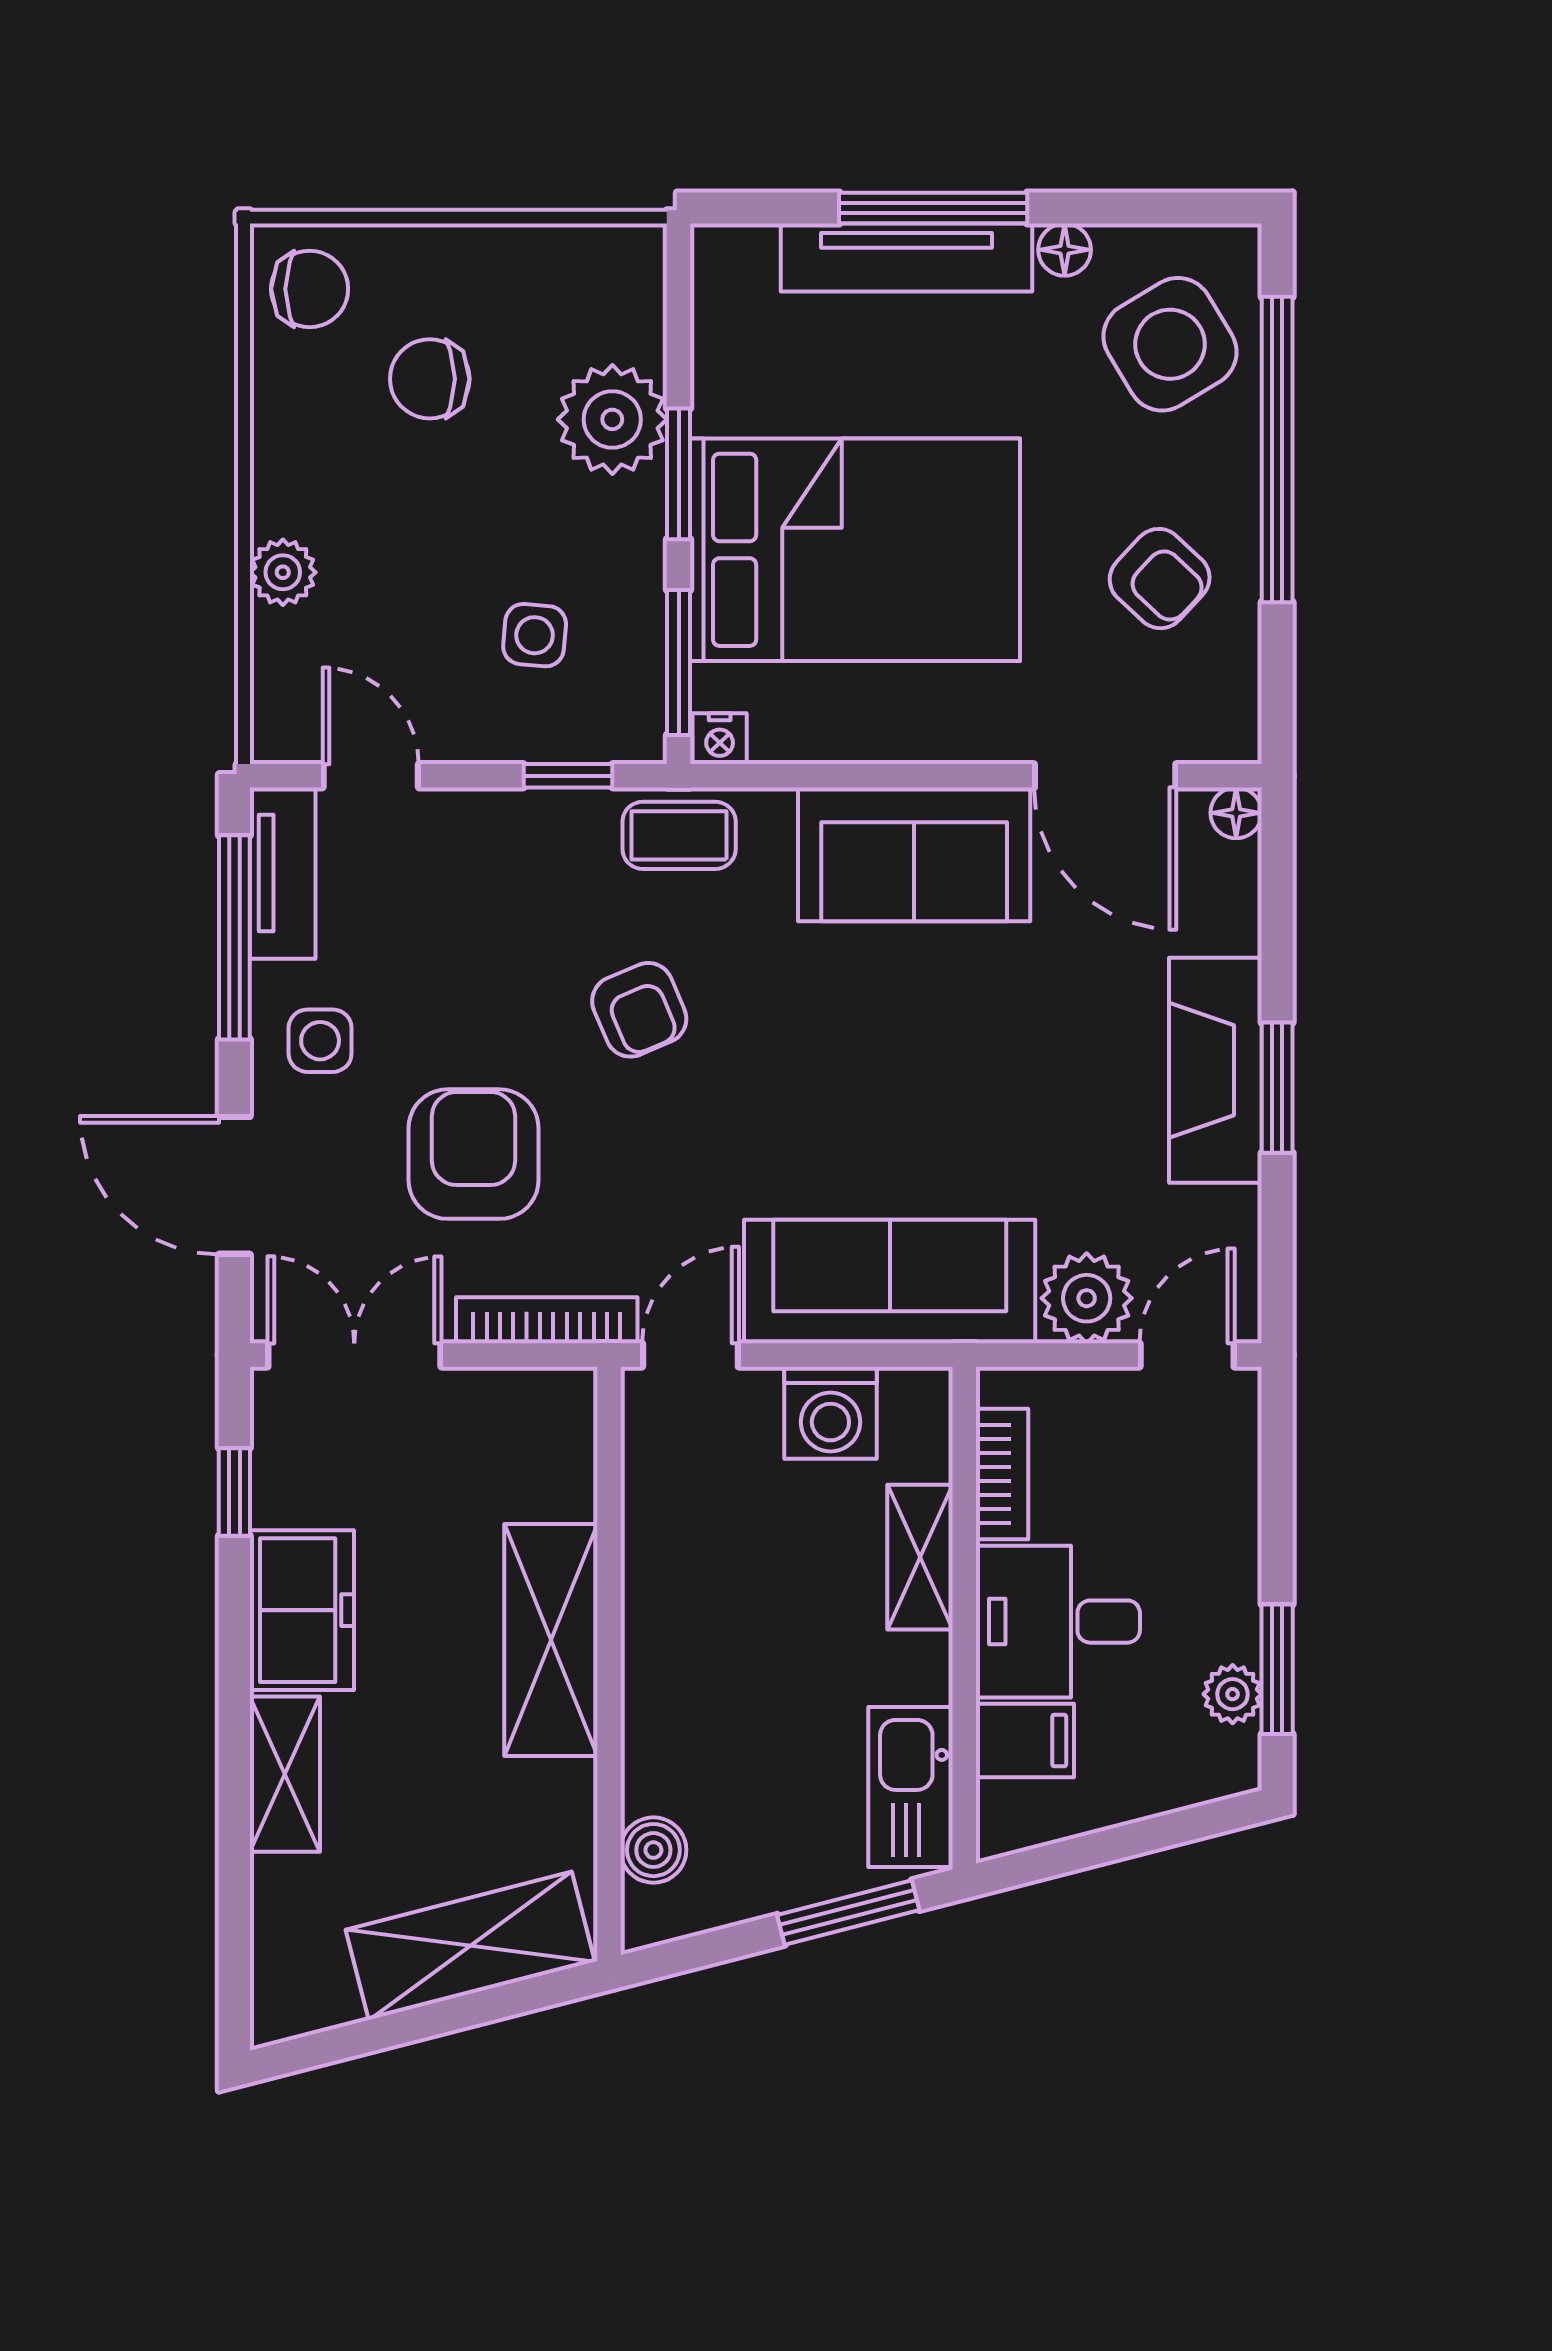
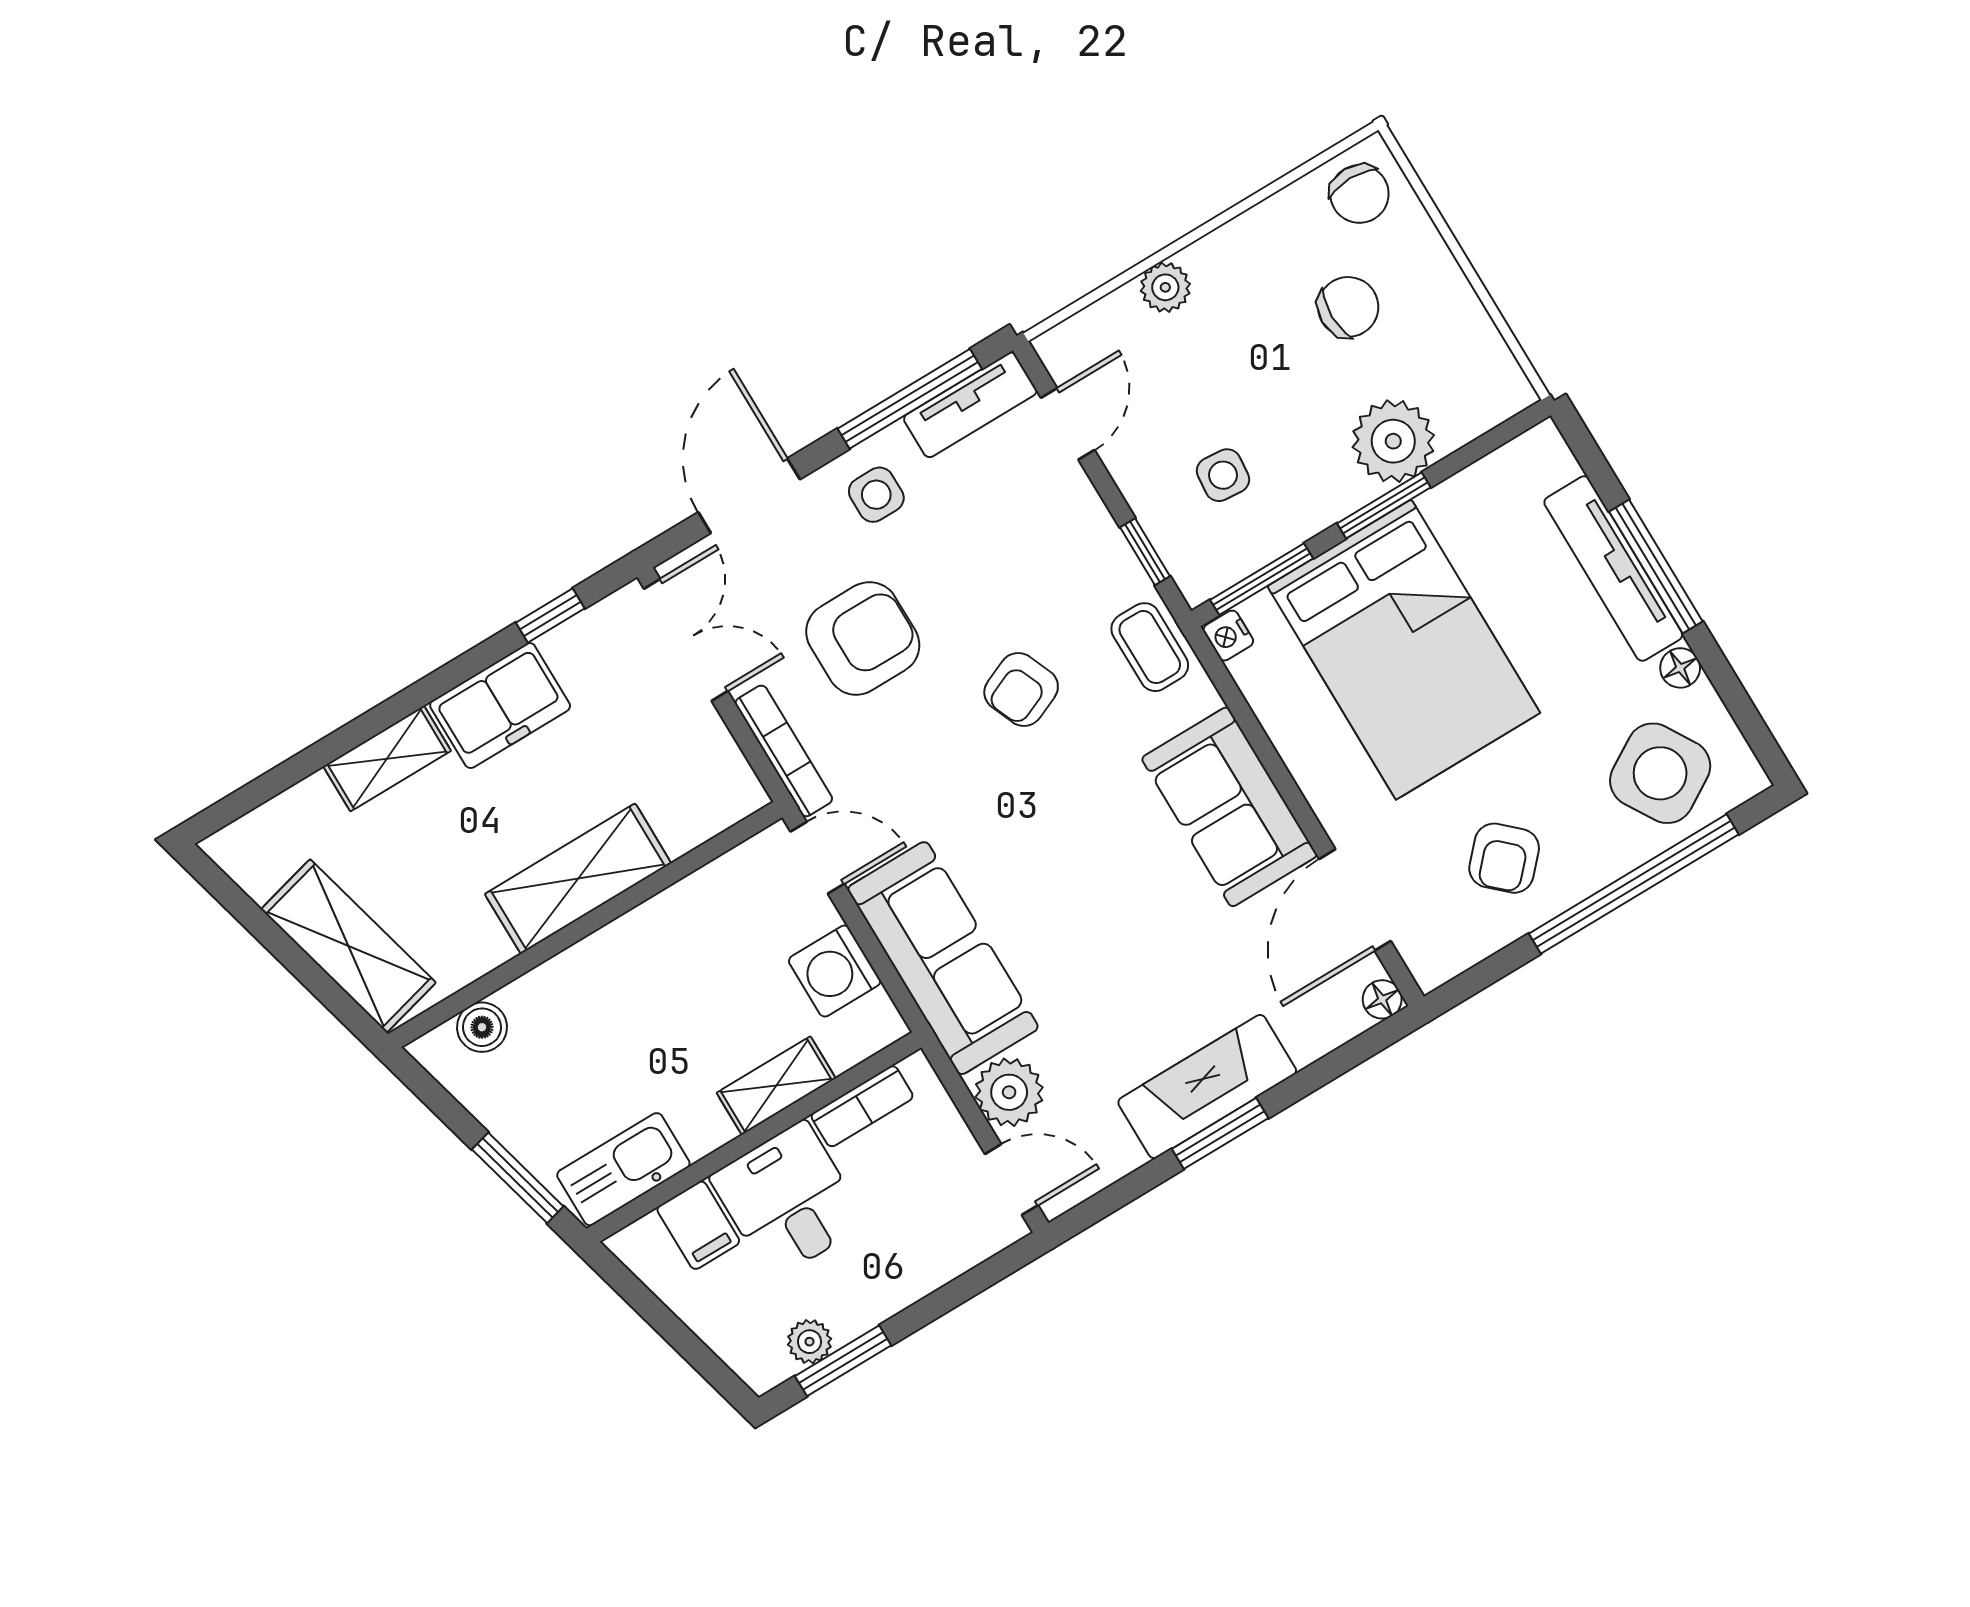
chair: (430, 379) -> (1348, 307), turned 90

